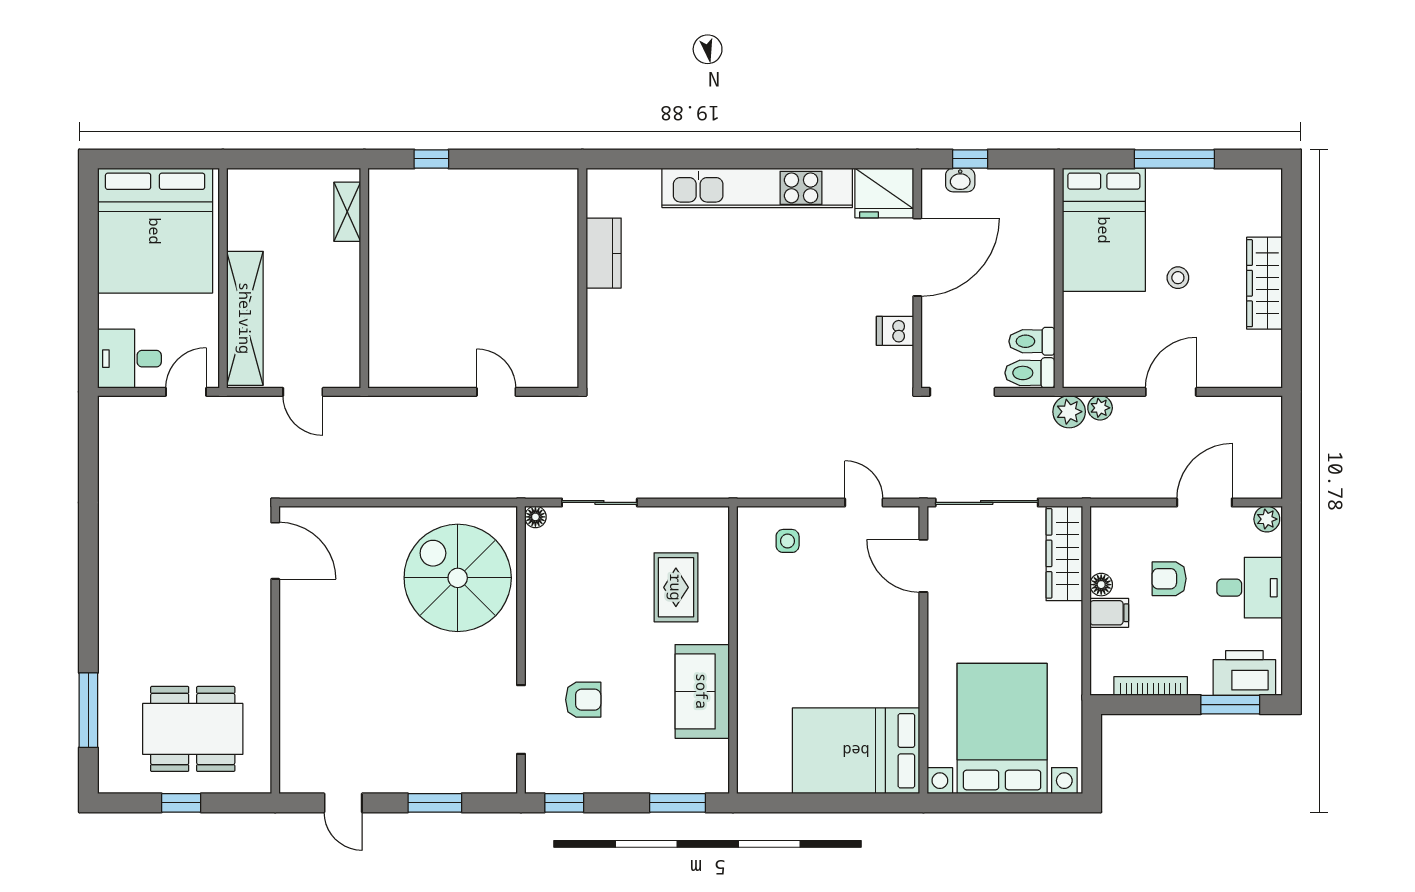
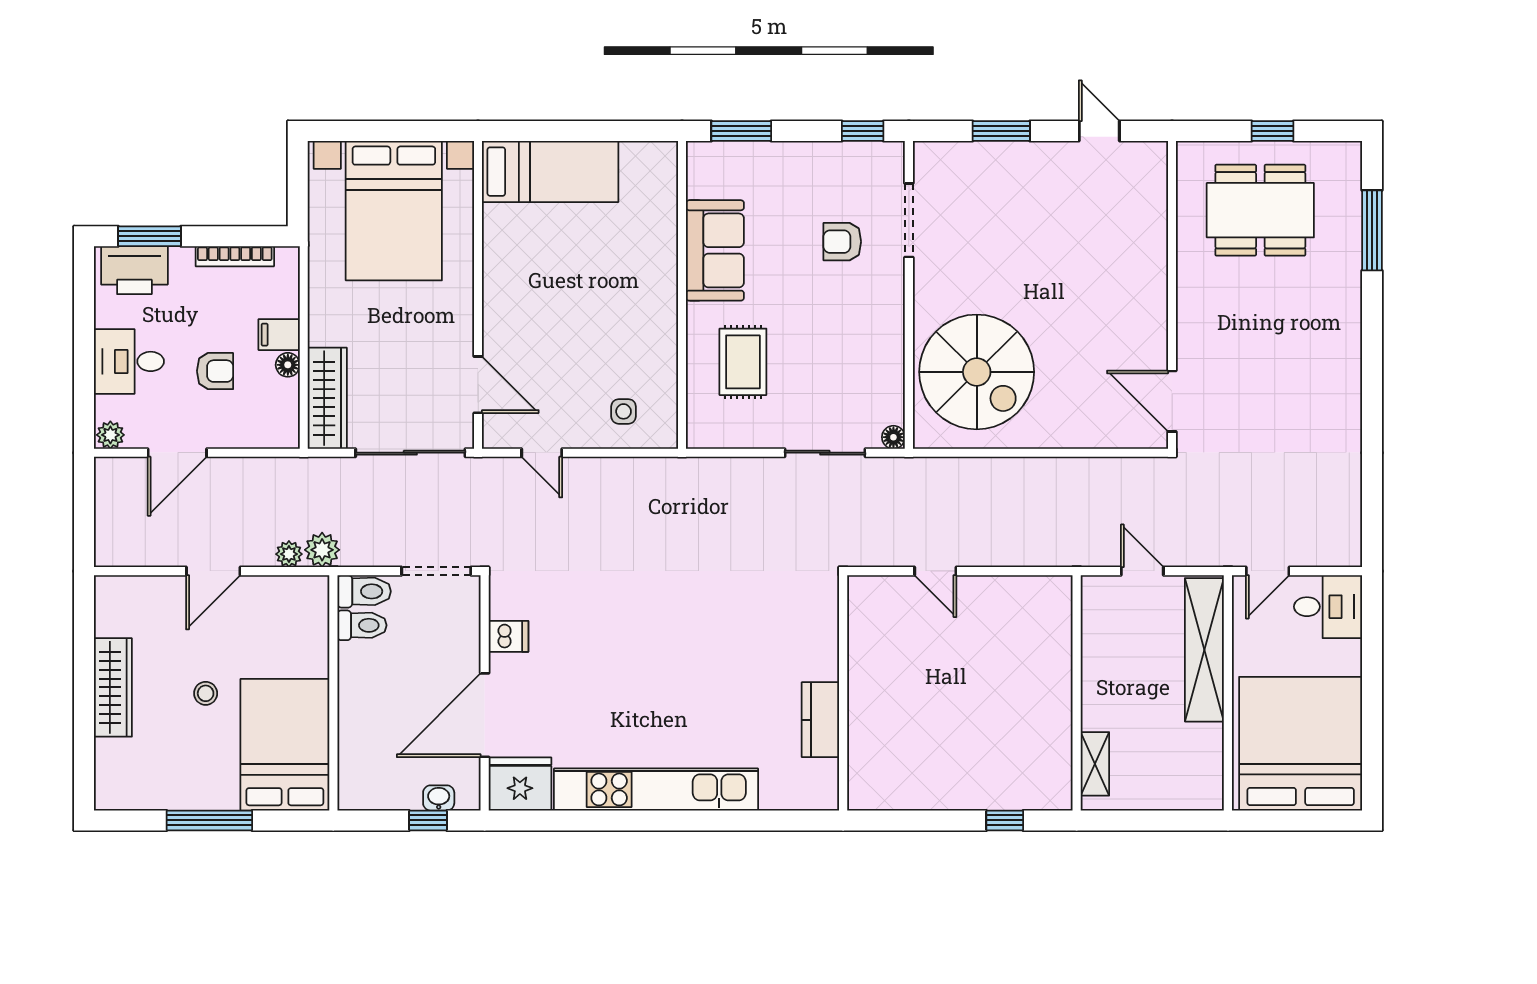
bed: (856, 751) -> (550, 172), width x0.67

